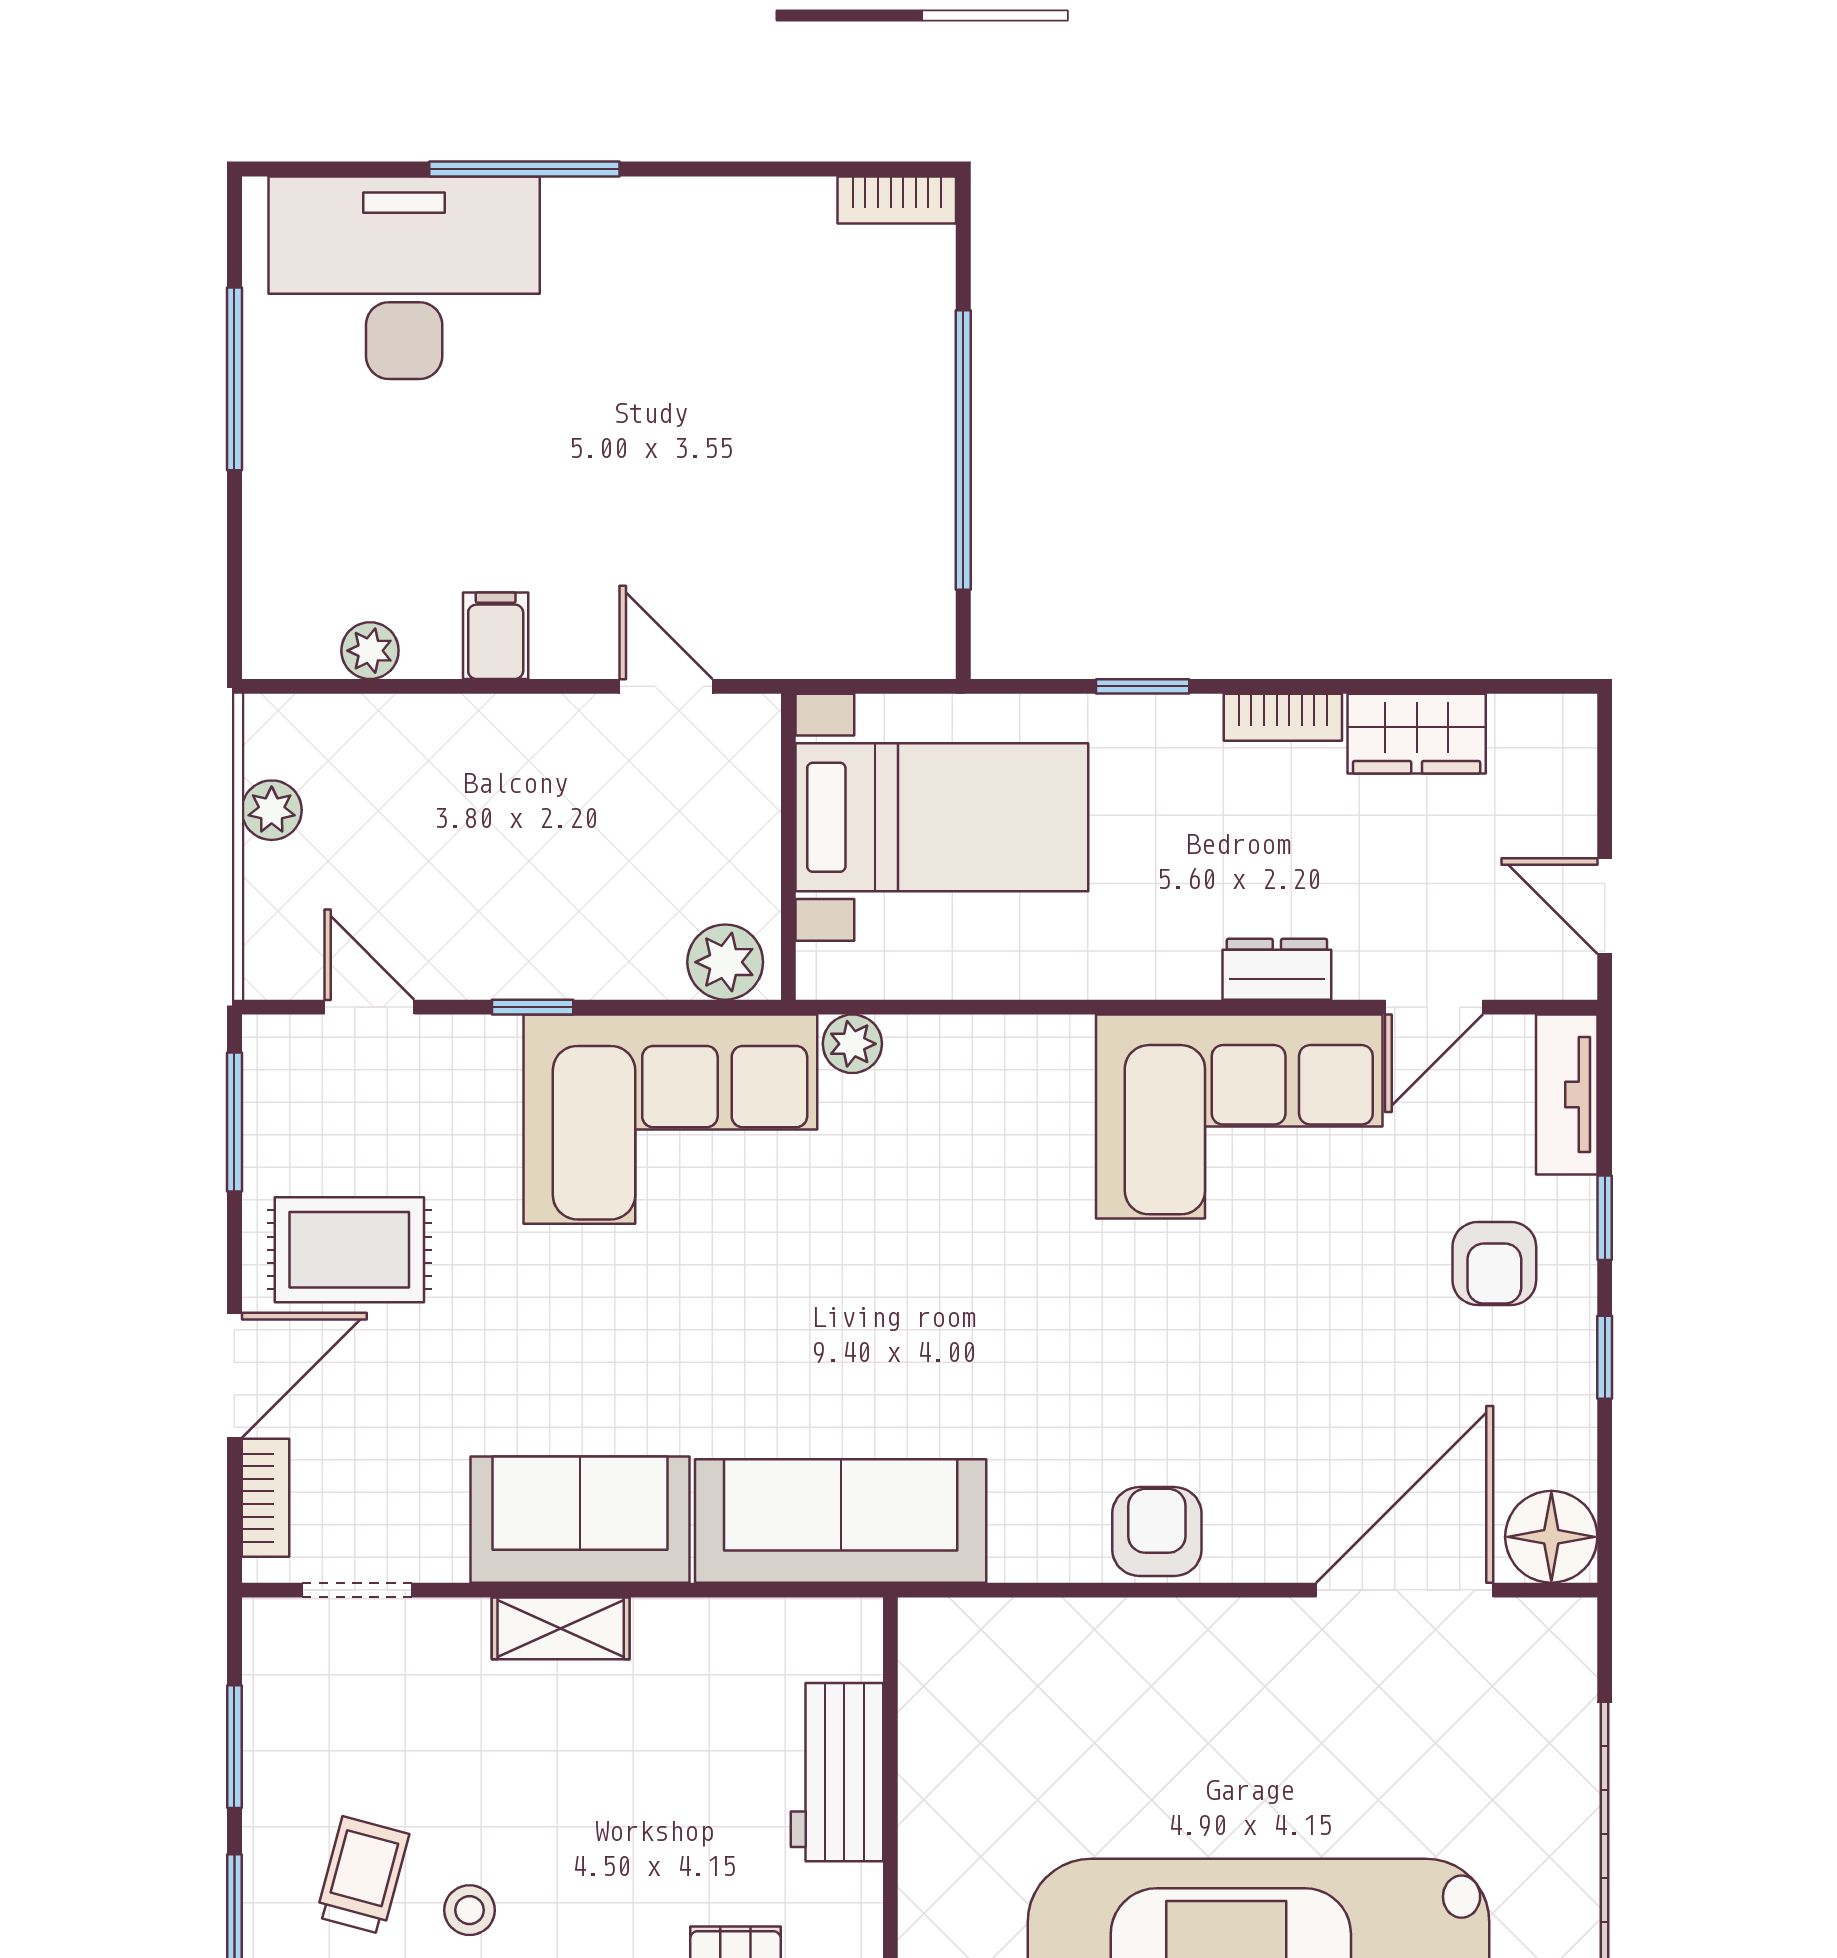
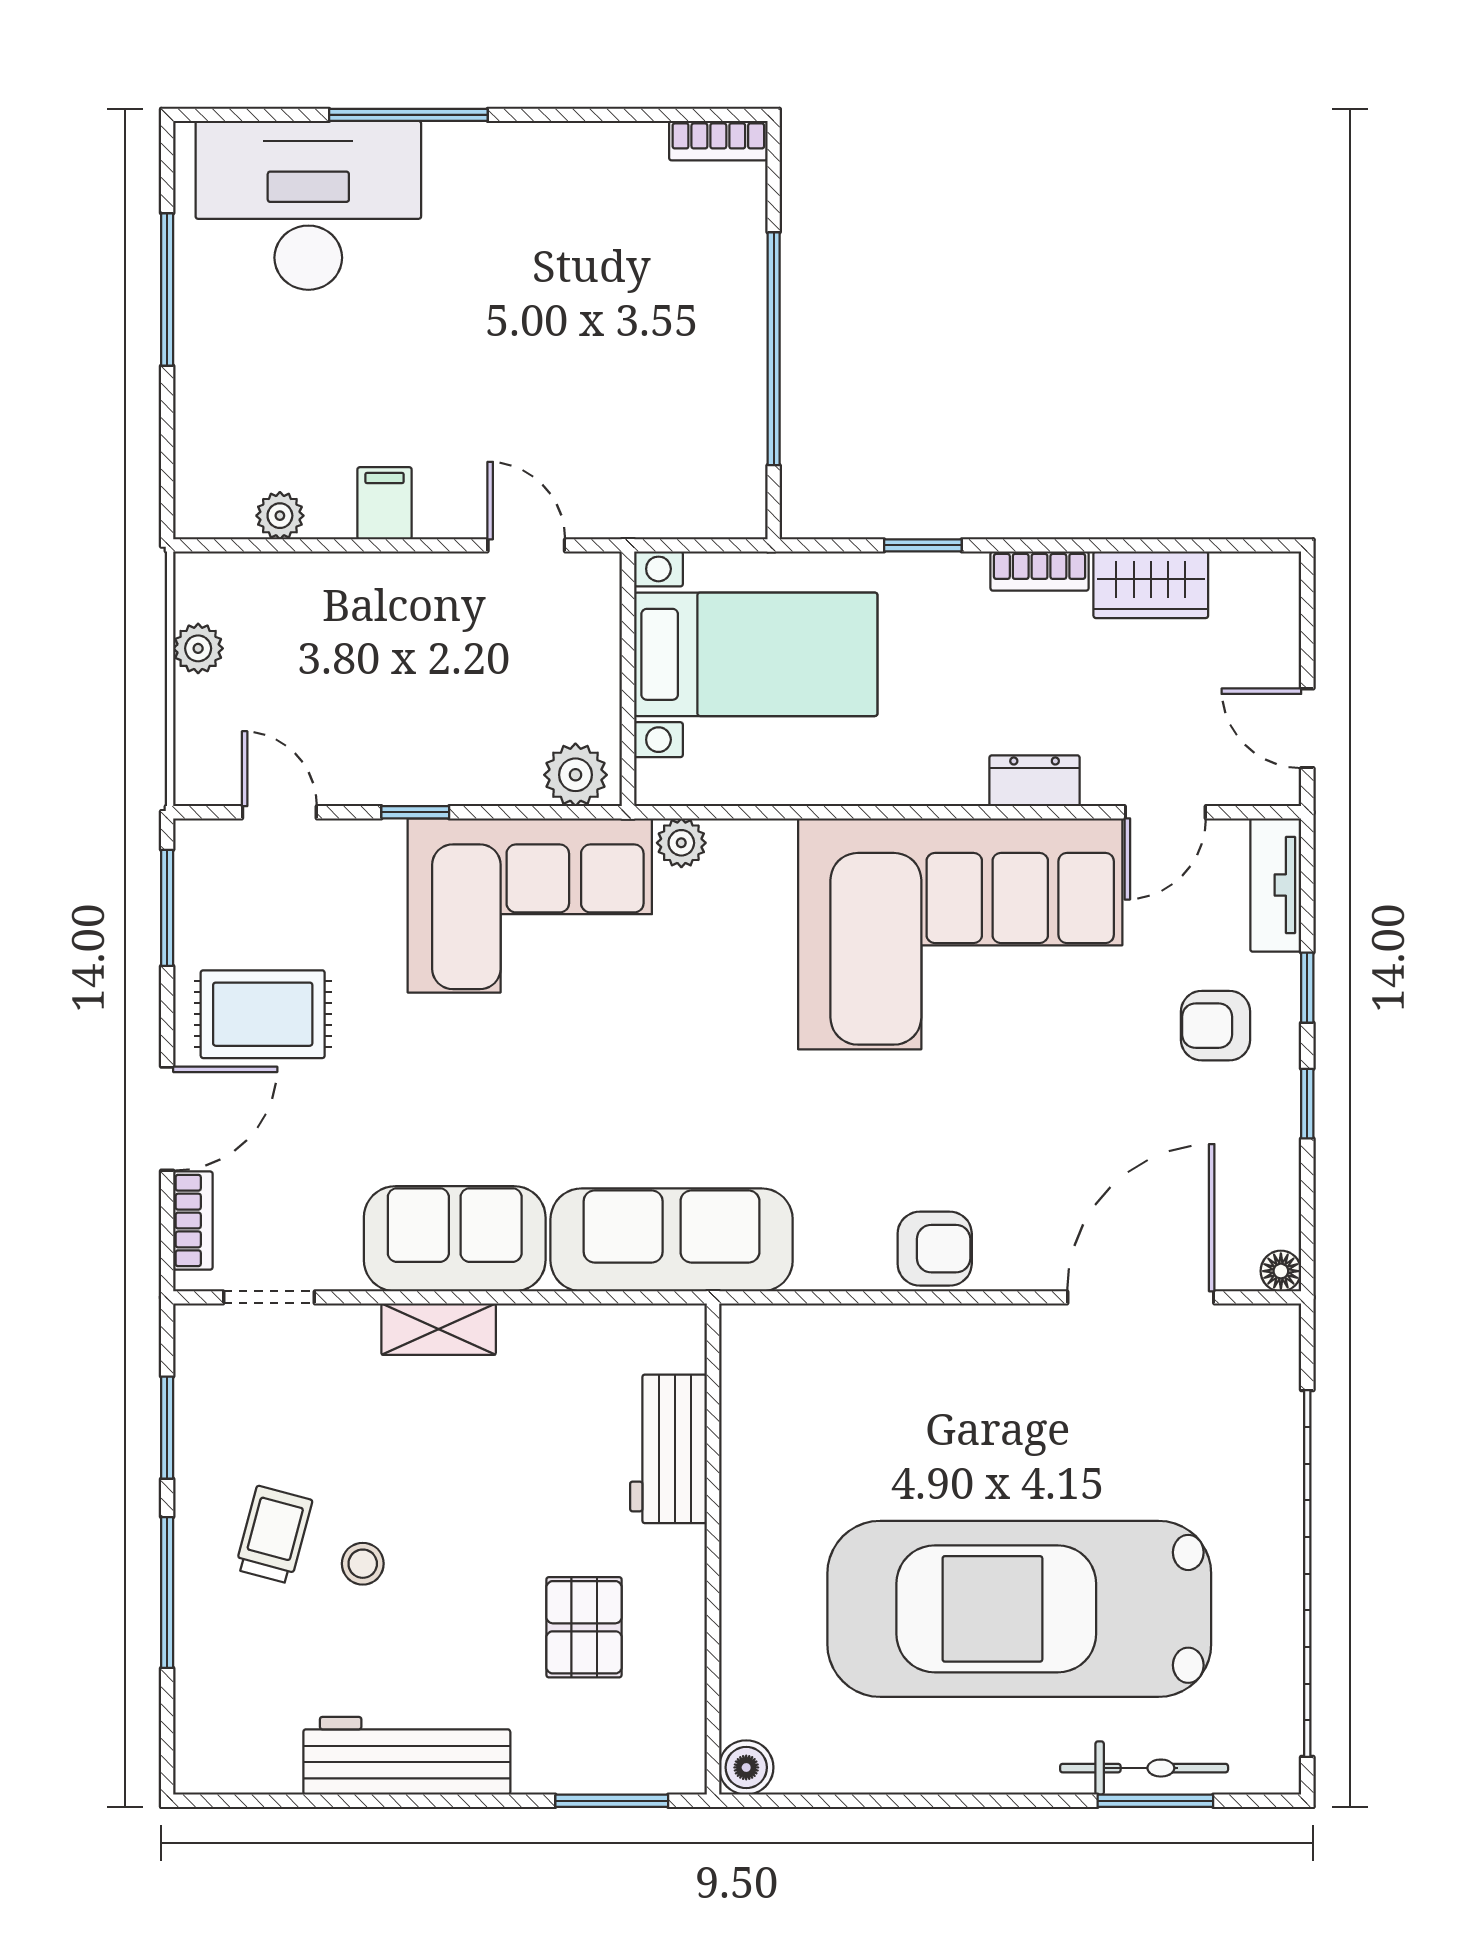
corner sofa: (1239, 1116) -> (960, 934), width x1.36, depth x1.36
armchair: (1494, 1264) -> (1215, 1026), turned 90
armchair: (1157, 1531) -> (935, 1249), turned 90
floor lamp: (1551, 1537) -> (1281, 1271), width x0.53, depth x0.53

